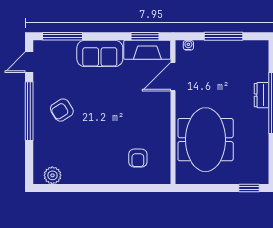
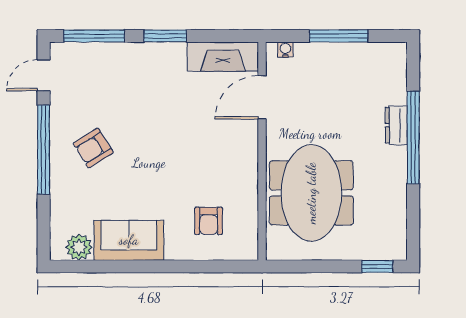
window: (145, 36) -> (165, 36), moved
sofa: (100, 53) -> (129, 240), moved, turned 180

